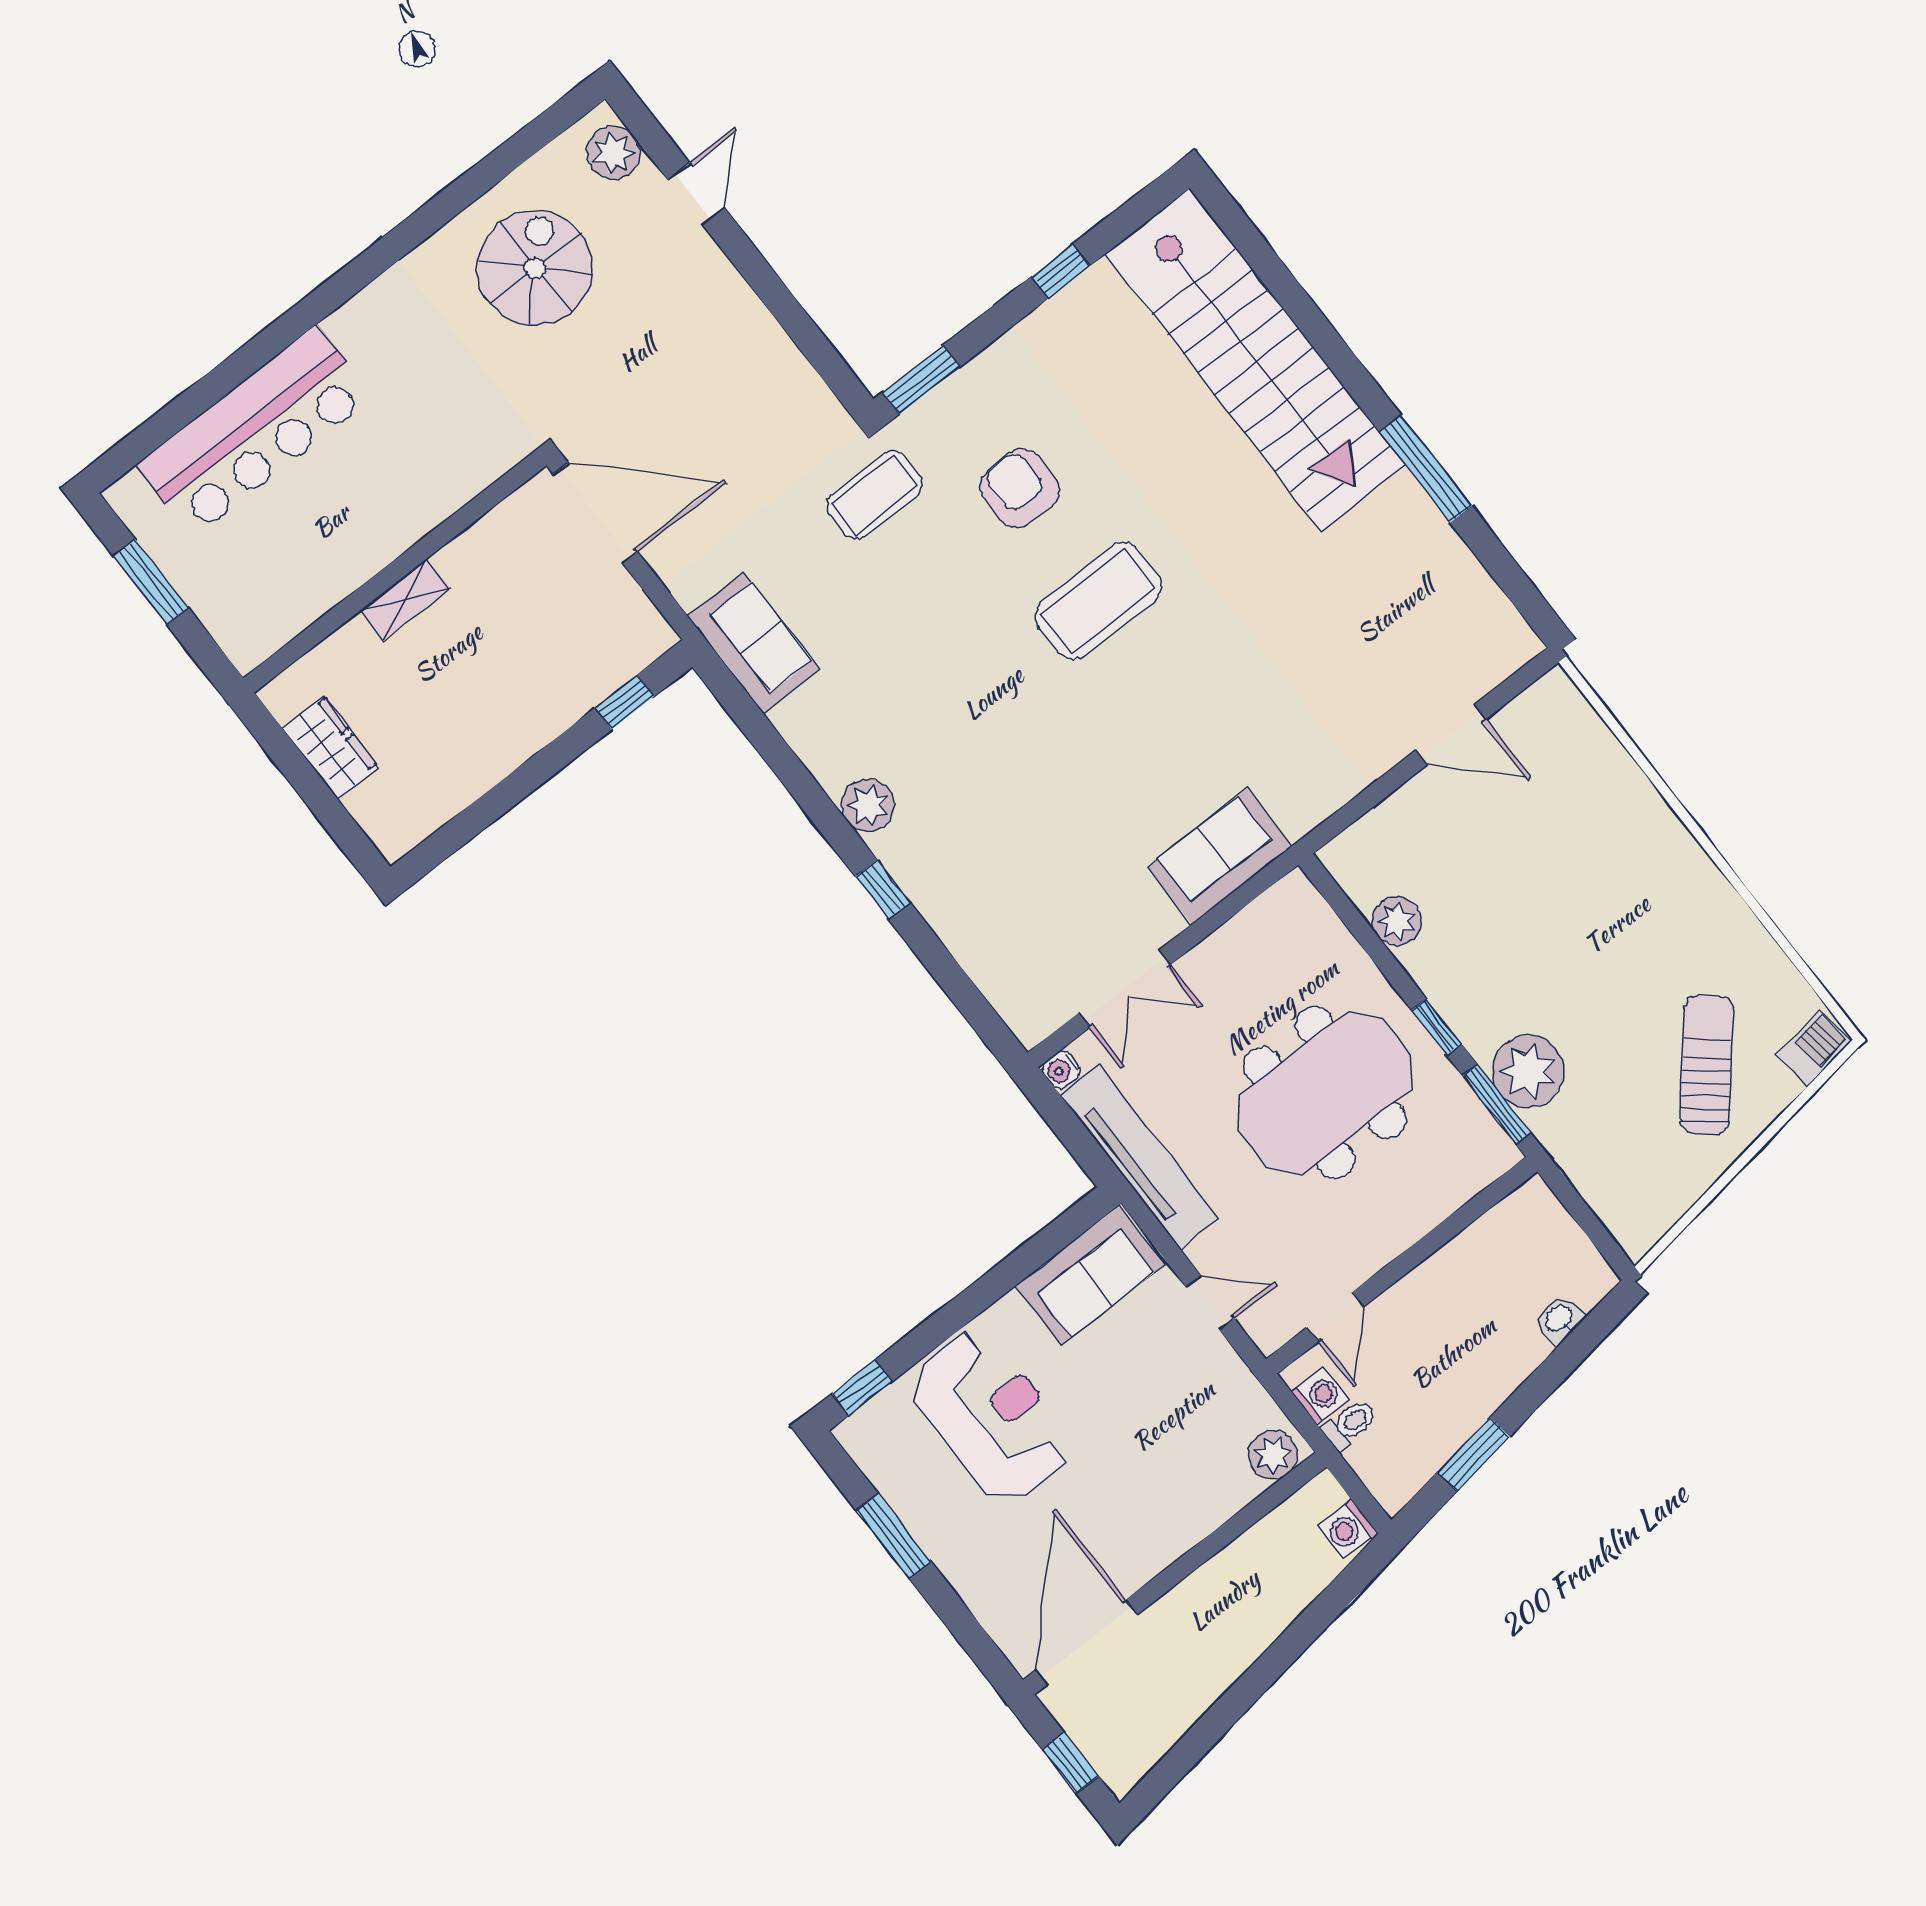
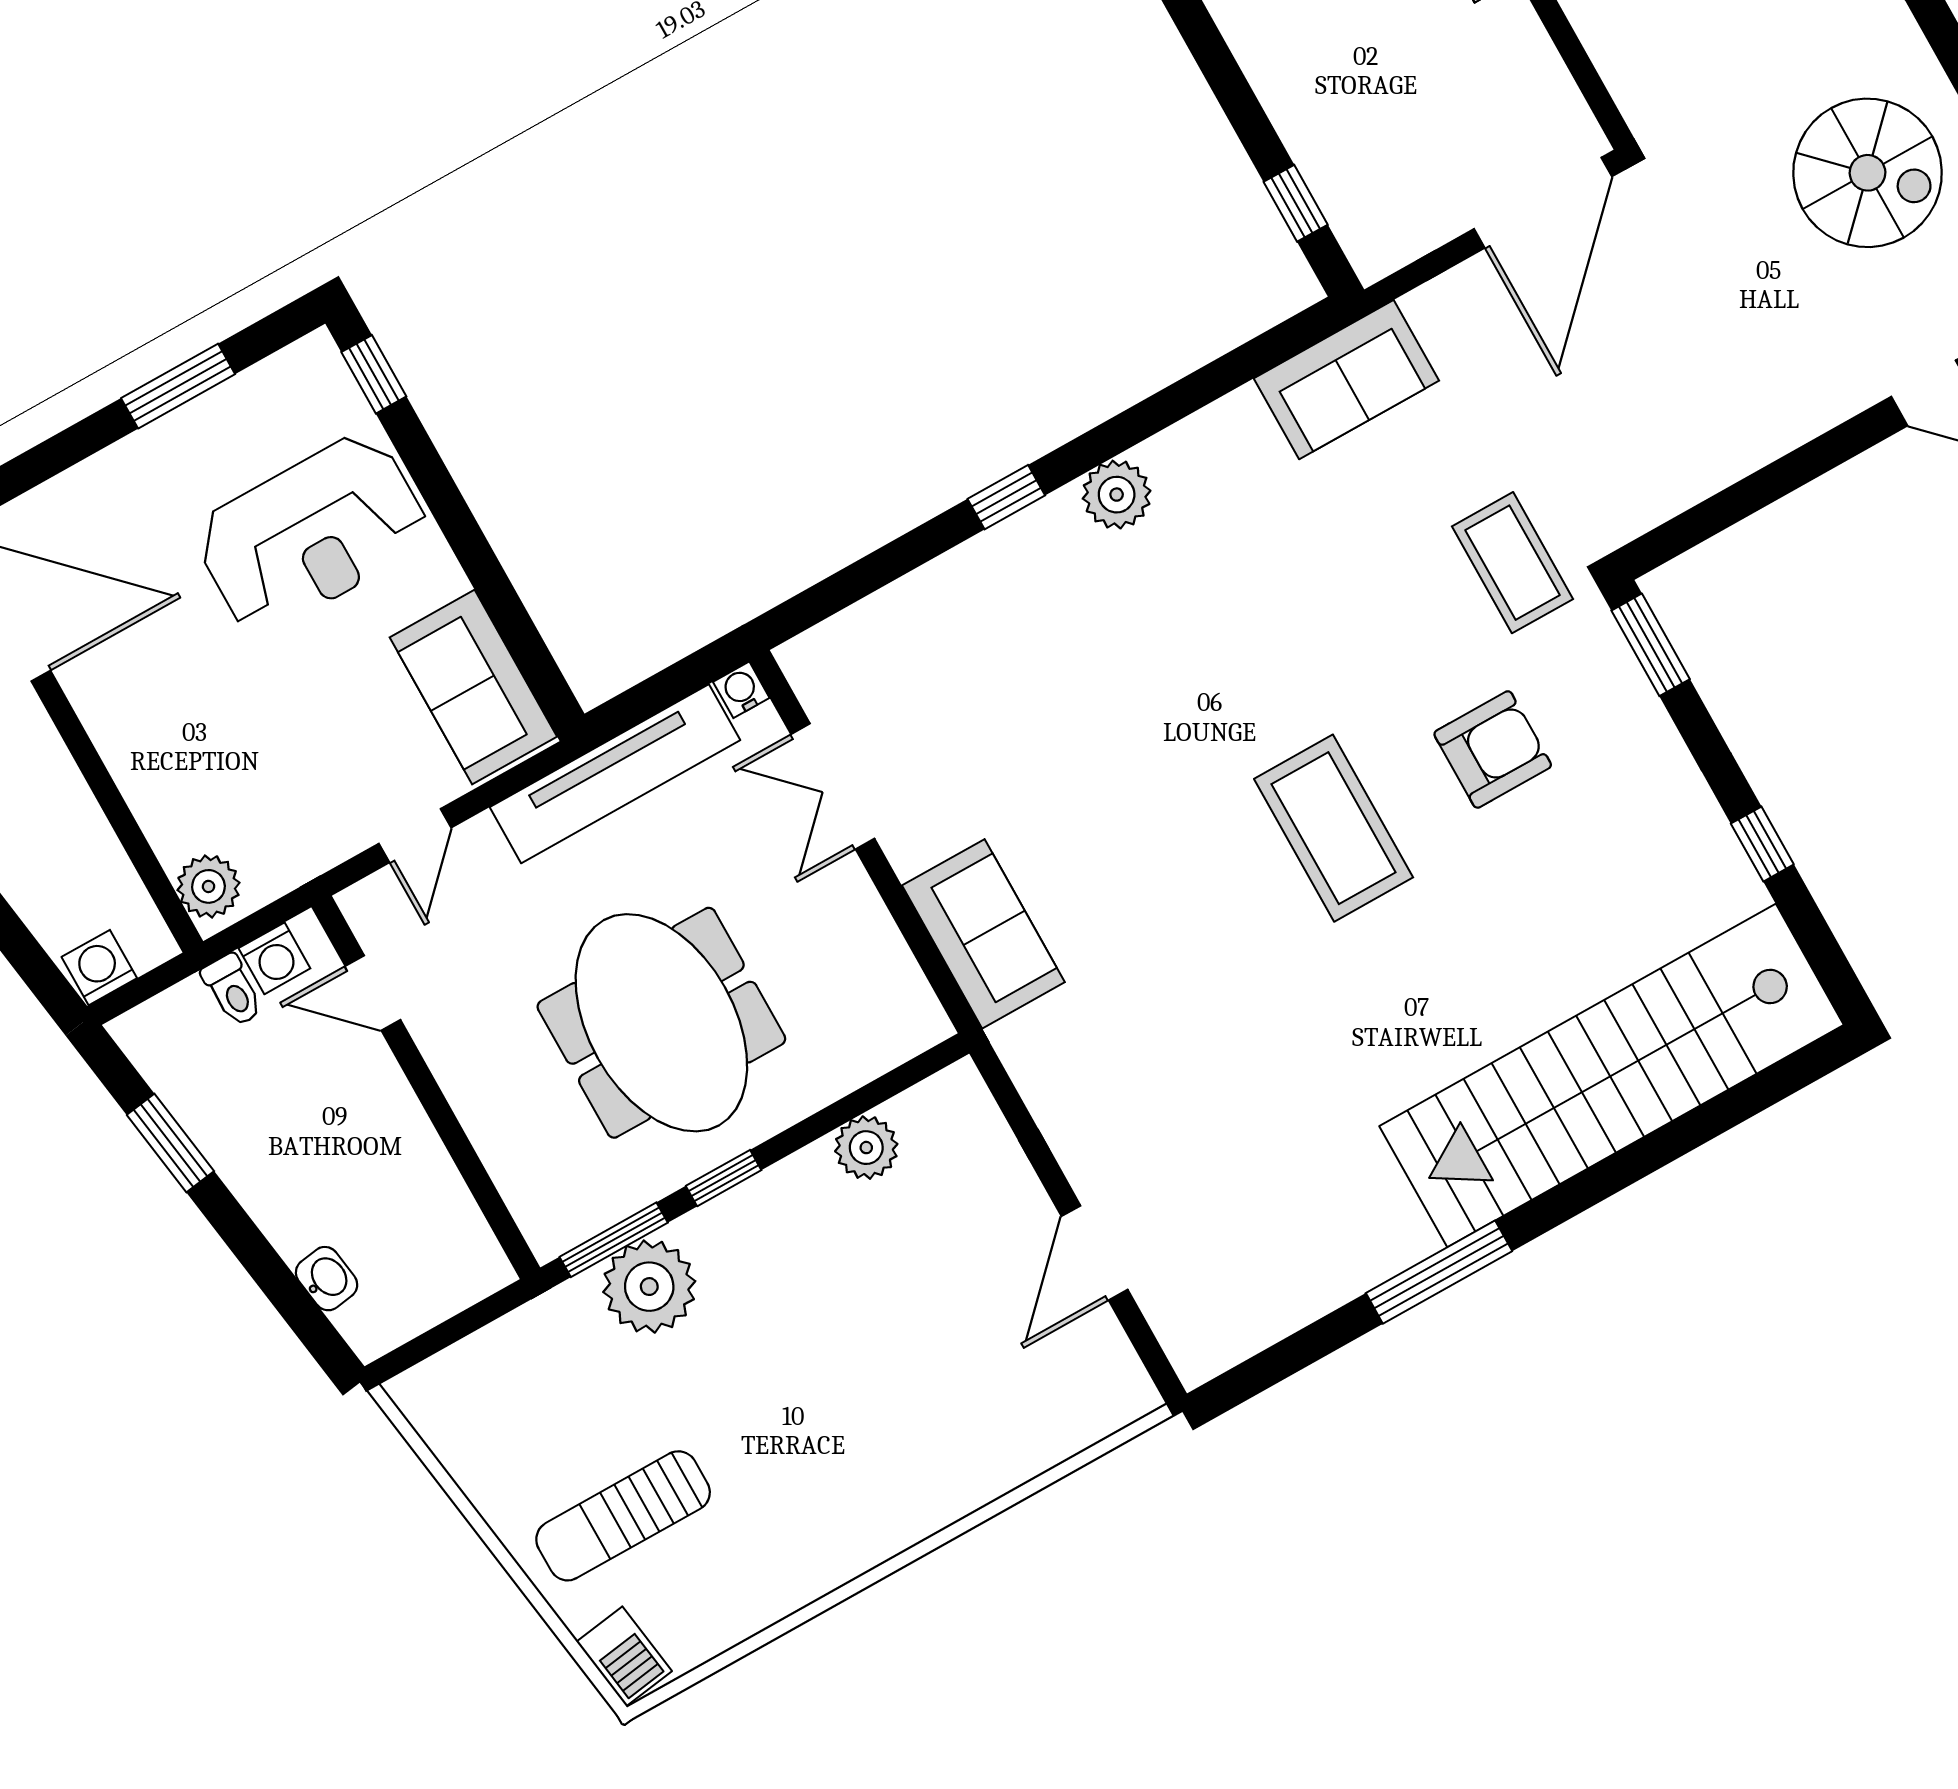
sun lounger: (1707, 1065) -> (623, 1516), turned 140

